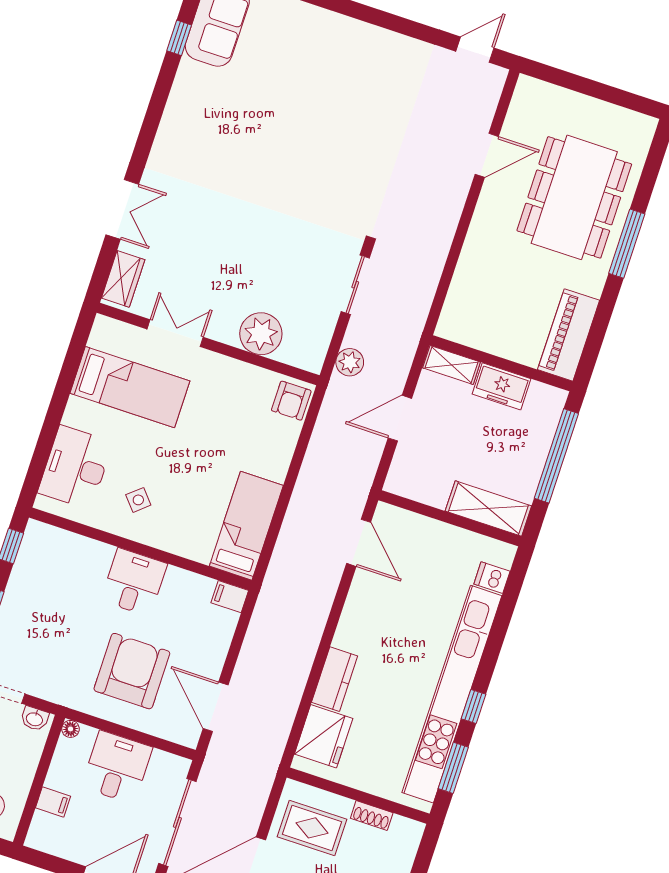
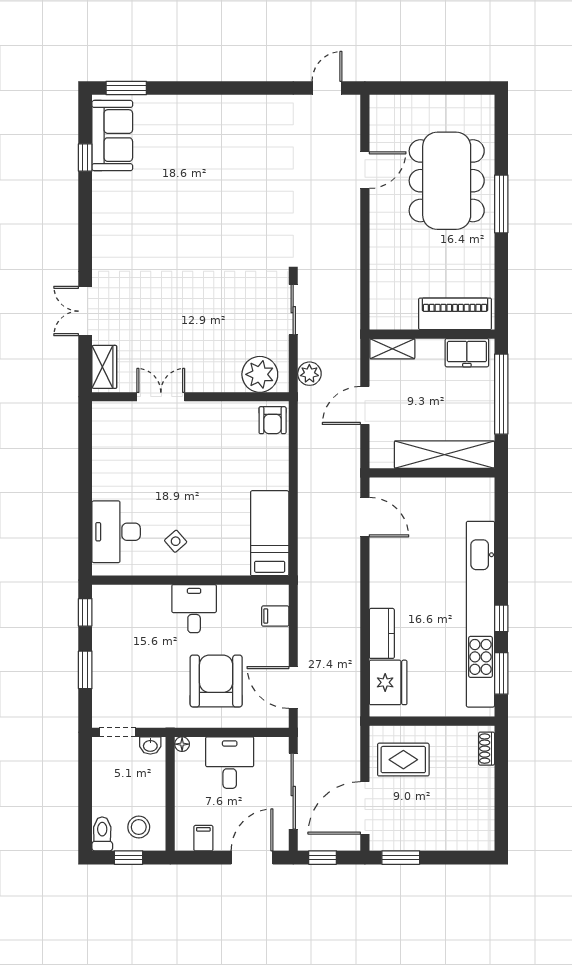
double door: (122, 209) -> (85, 311), swing flipped
plant: (261, 334) -> (260, 374), moved
piano: (569, 335) -> (455, 314), moved, turned 90
freezer: (502, 386) -> (467, 353), moved
bed: (130, 387) -> (139, 452), removed
shelving: (488, 508) -> (444, 455), width x1.47
dishwasher: (492, 578) -> (482, 510), removed
filing cabinet: (230, 597) -> (275, 616), moved
filing cabinet: (53, 802) -> (203, 838), moved, turned -90
shoe rack: (372, 816) -> (487, 749), moved, turned 90

